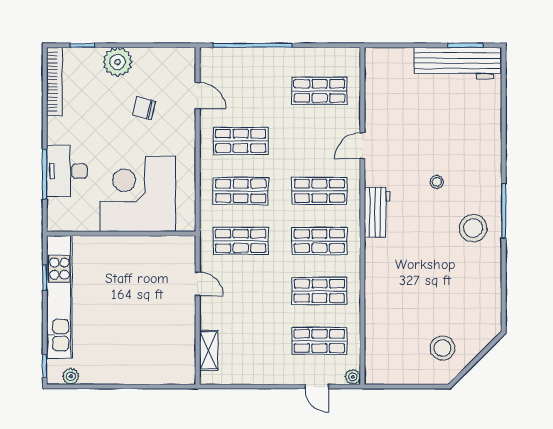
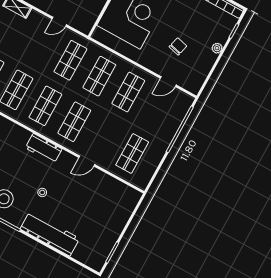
plant: (118, 62) -> (217, 48), width x0.53, depth x0.53
workbench: (458, 63) -> (50, 234), moved, turned 90
door: (362, 146) -> (87, 161), swing flipped

